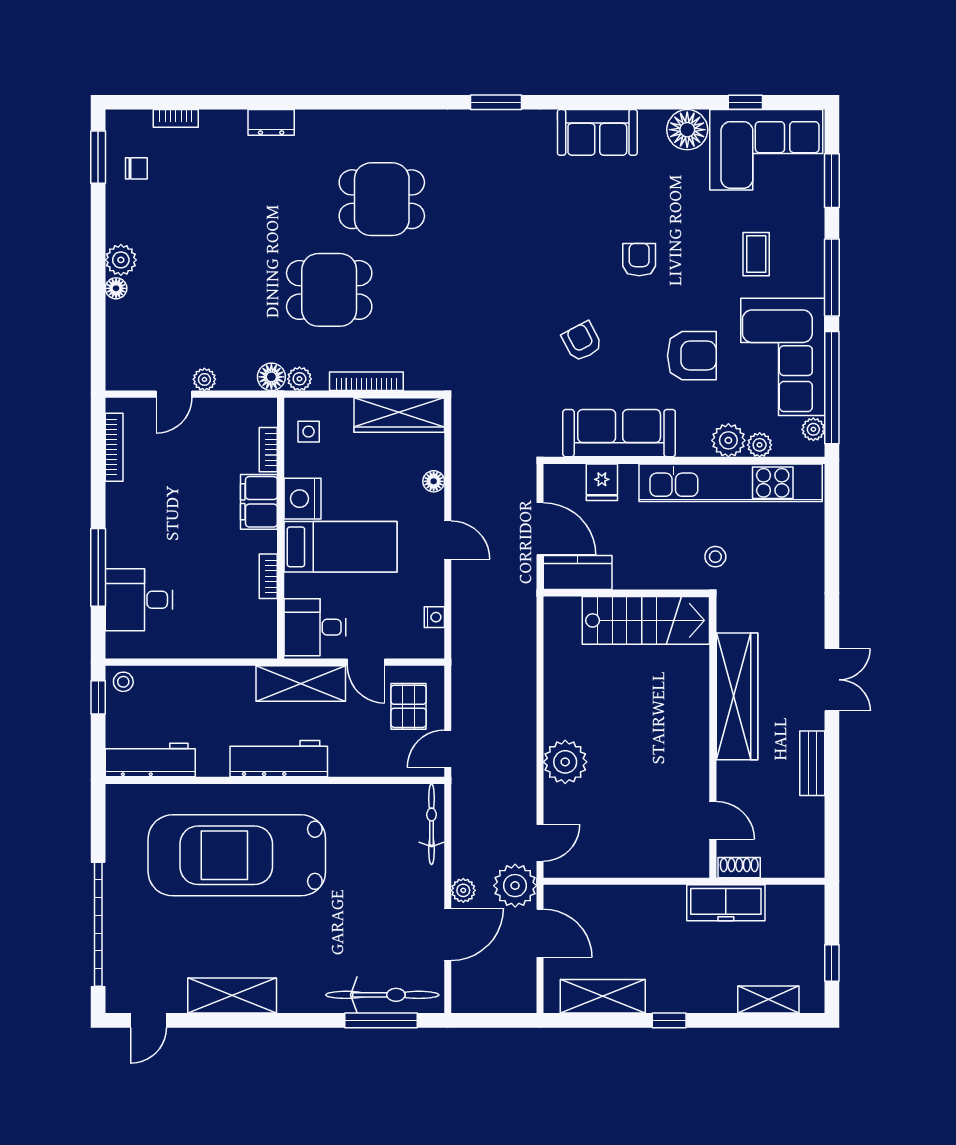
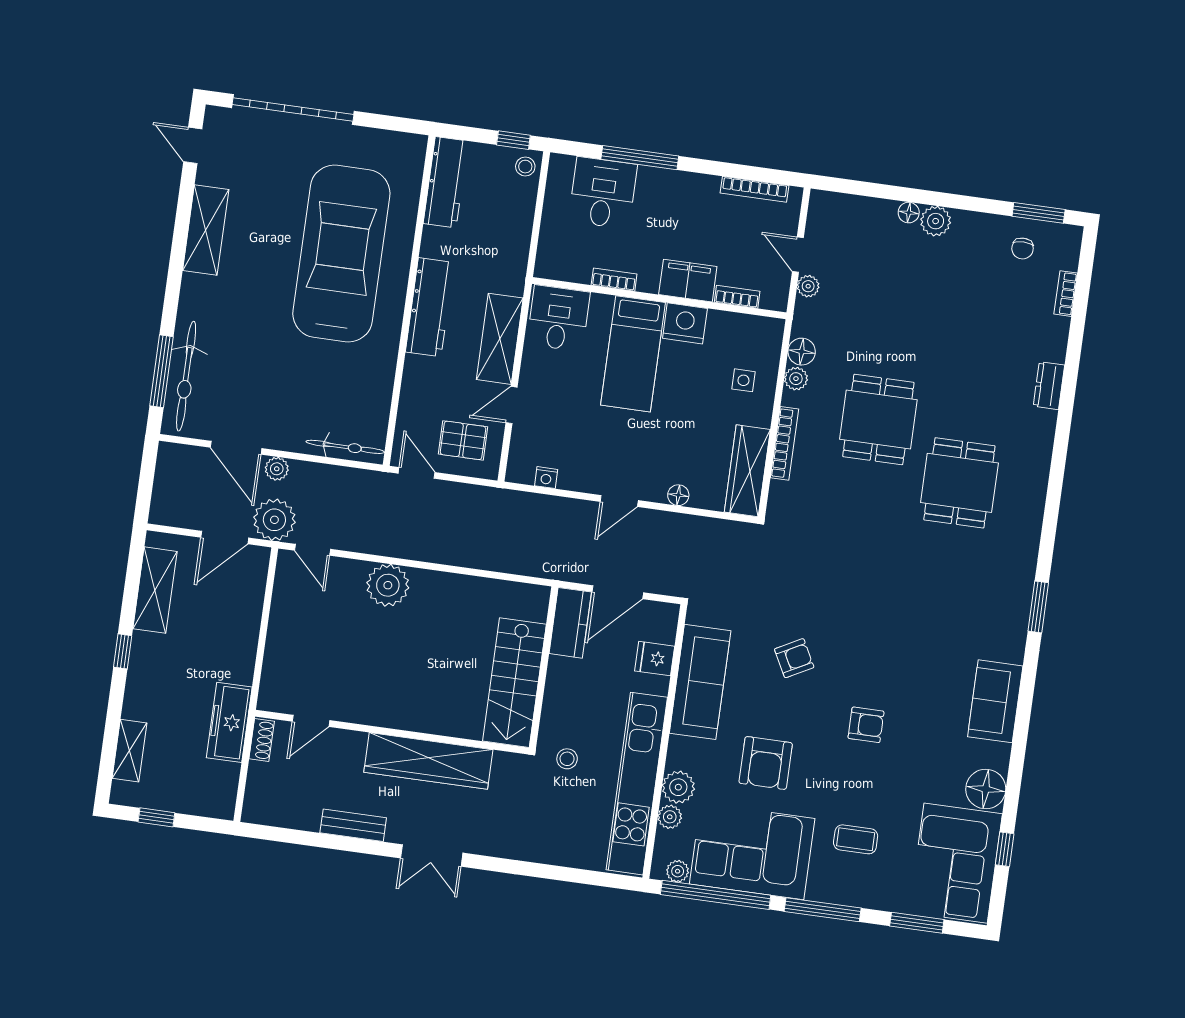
bookcase: (268, 450) -> (737, 297), moved
nightstand: (302, 499) -> (685, 323), moved
filing cabinet: (259, 502) -> (688, 281), moved
wall: (281, 528) -> (659, 298), moved
bed: (340, 547) -> (633, 354), moved
bookcase: (268, 576) -> (614, 280), moved
desk: (315, 627) -> (558, 318), moved

